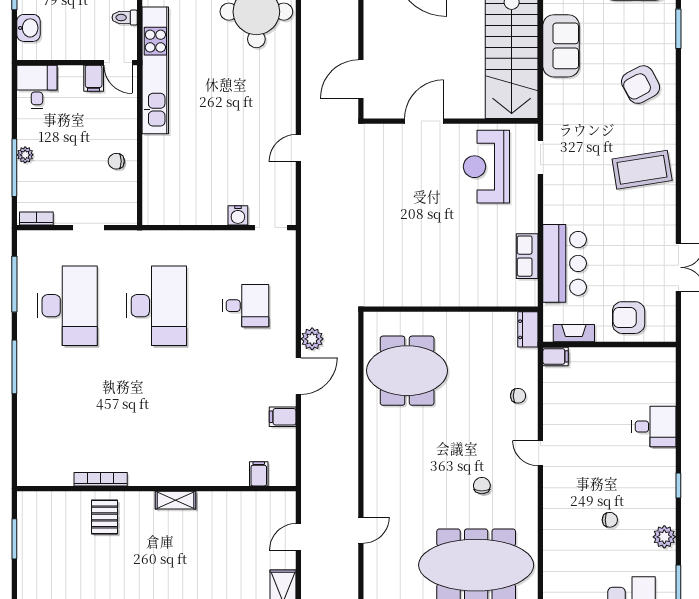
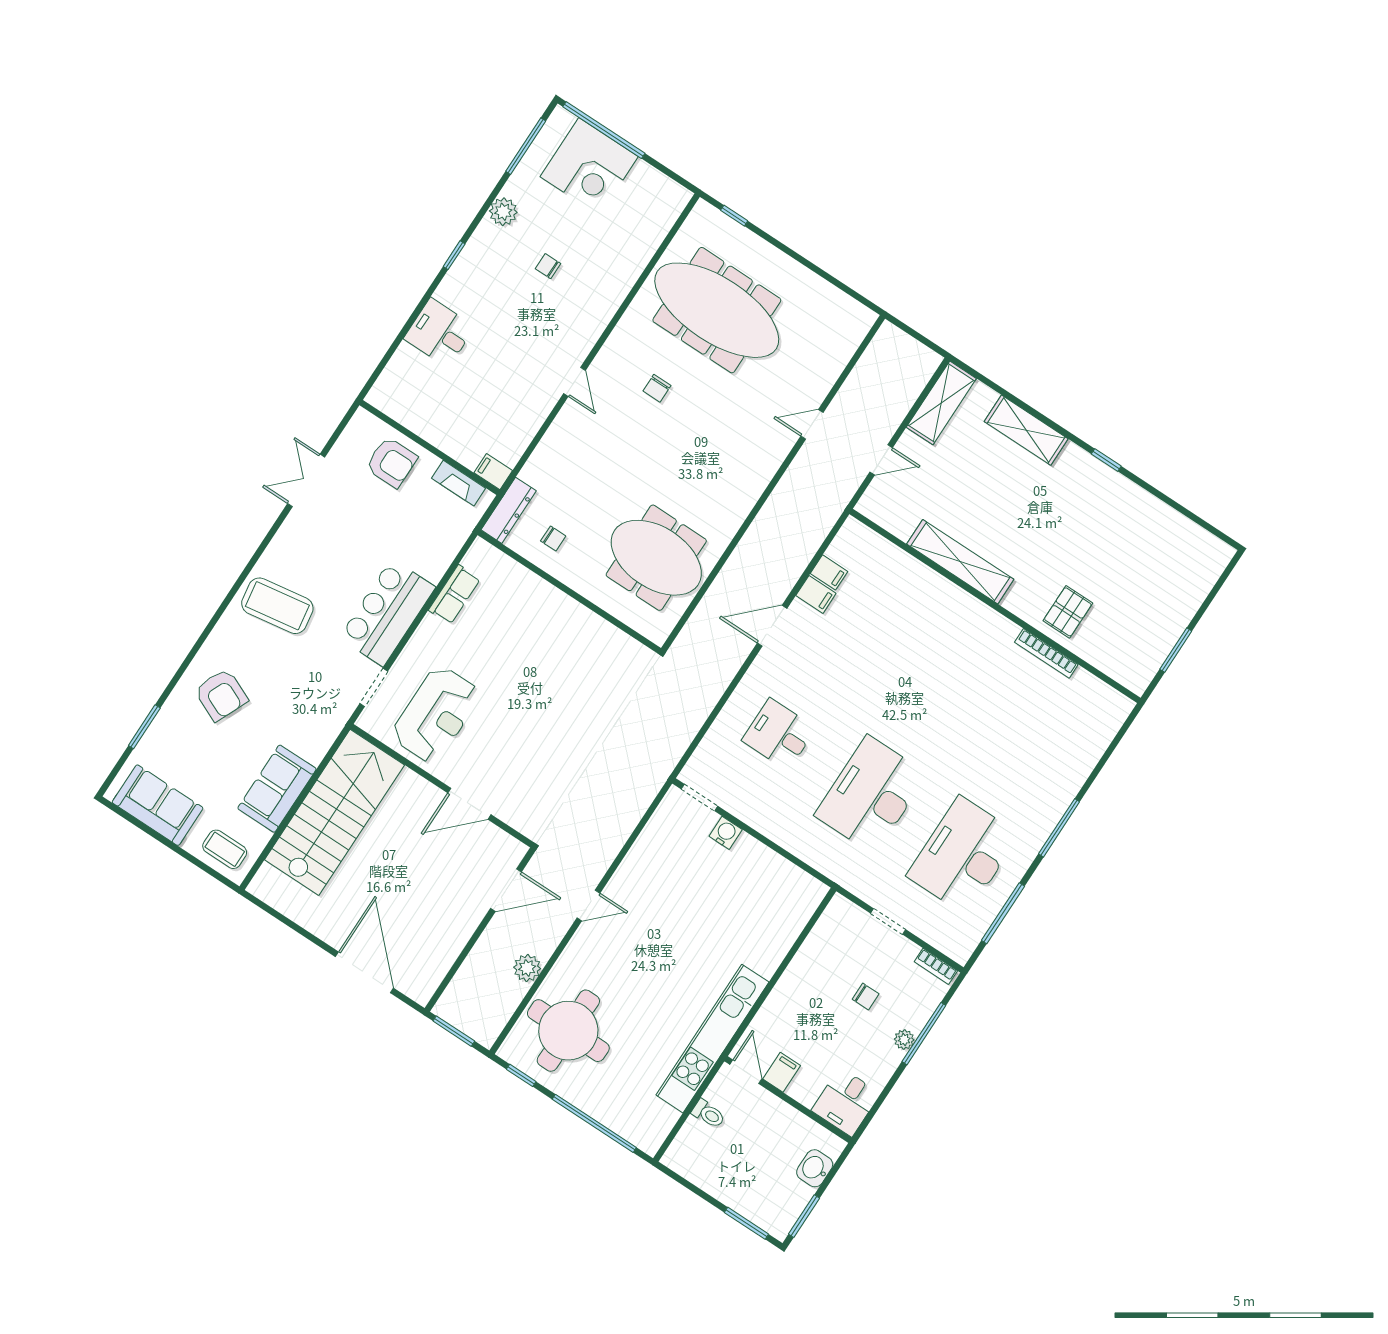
armchair: (641, 85) -> (221, 695), turned 52
door: (298, 148) -> (588, 905), moved
chair: (116, 161) -> (866, 997), moved
bar counter: (565, 263) -> (387, 613), moved
dresser: (528, 329) -> (509, 510), width x1.44
plant: (312, 339) -> (527, 968), moved
chair: (518, 396) -> (553, 538), moved, turned 180
filing cabinet: (259, 474) -> (829, 572), moved, turned -90
shelving: (176, 500) -> (960, 562), width x2.20, depth x1.33

